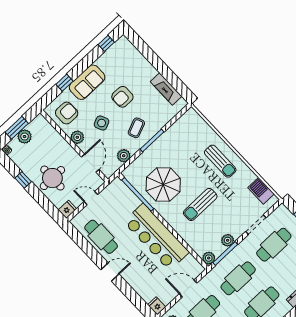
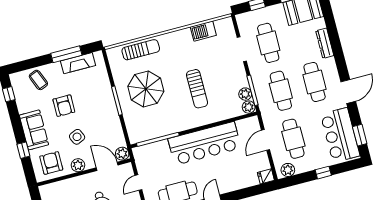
window: (168, 75) -> (66, 54), added
coffee table: (136, 128) -> (38, 80), moved
plant: (124, 156) -> (122, 154), moved
sun lounger: (220, 161) -> (141, 50), moved
parasol: (163, 185) -> (146, 89), moved
barbecue: (261, 191) -> (203, 31), moved
plant: (228, 240) -> (245, 94), moved

